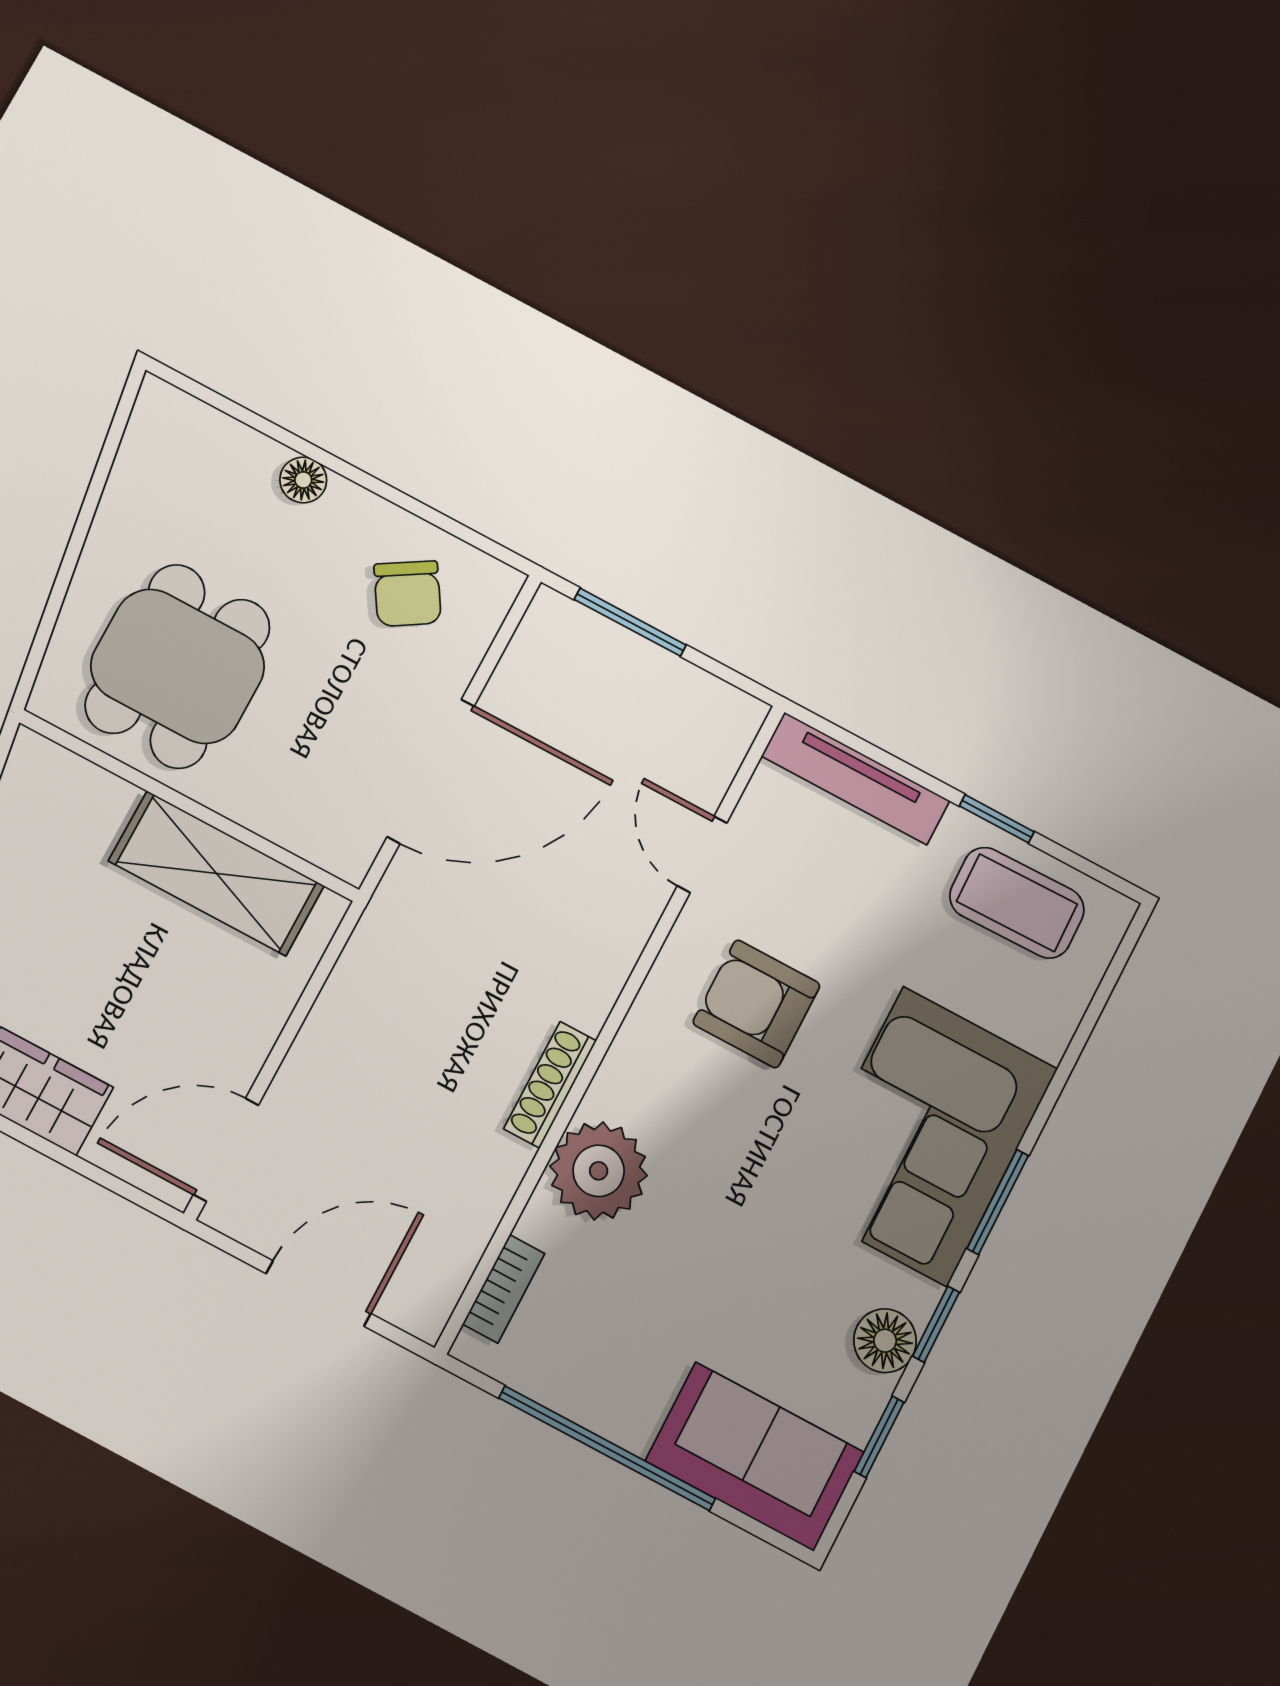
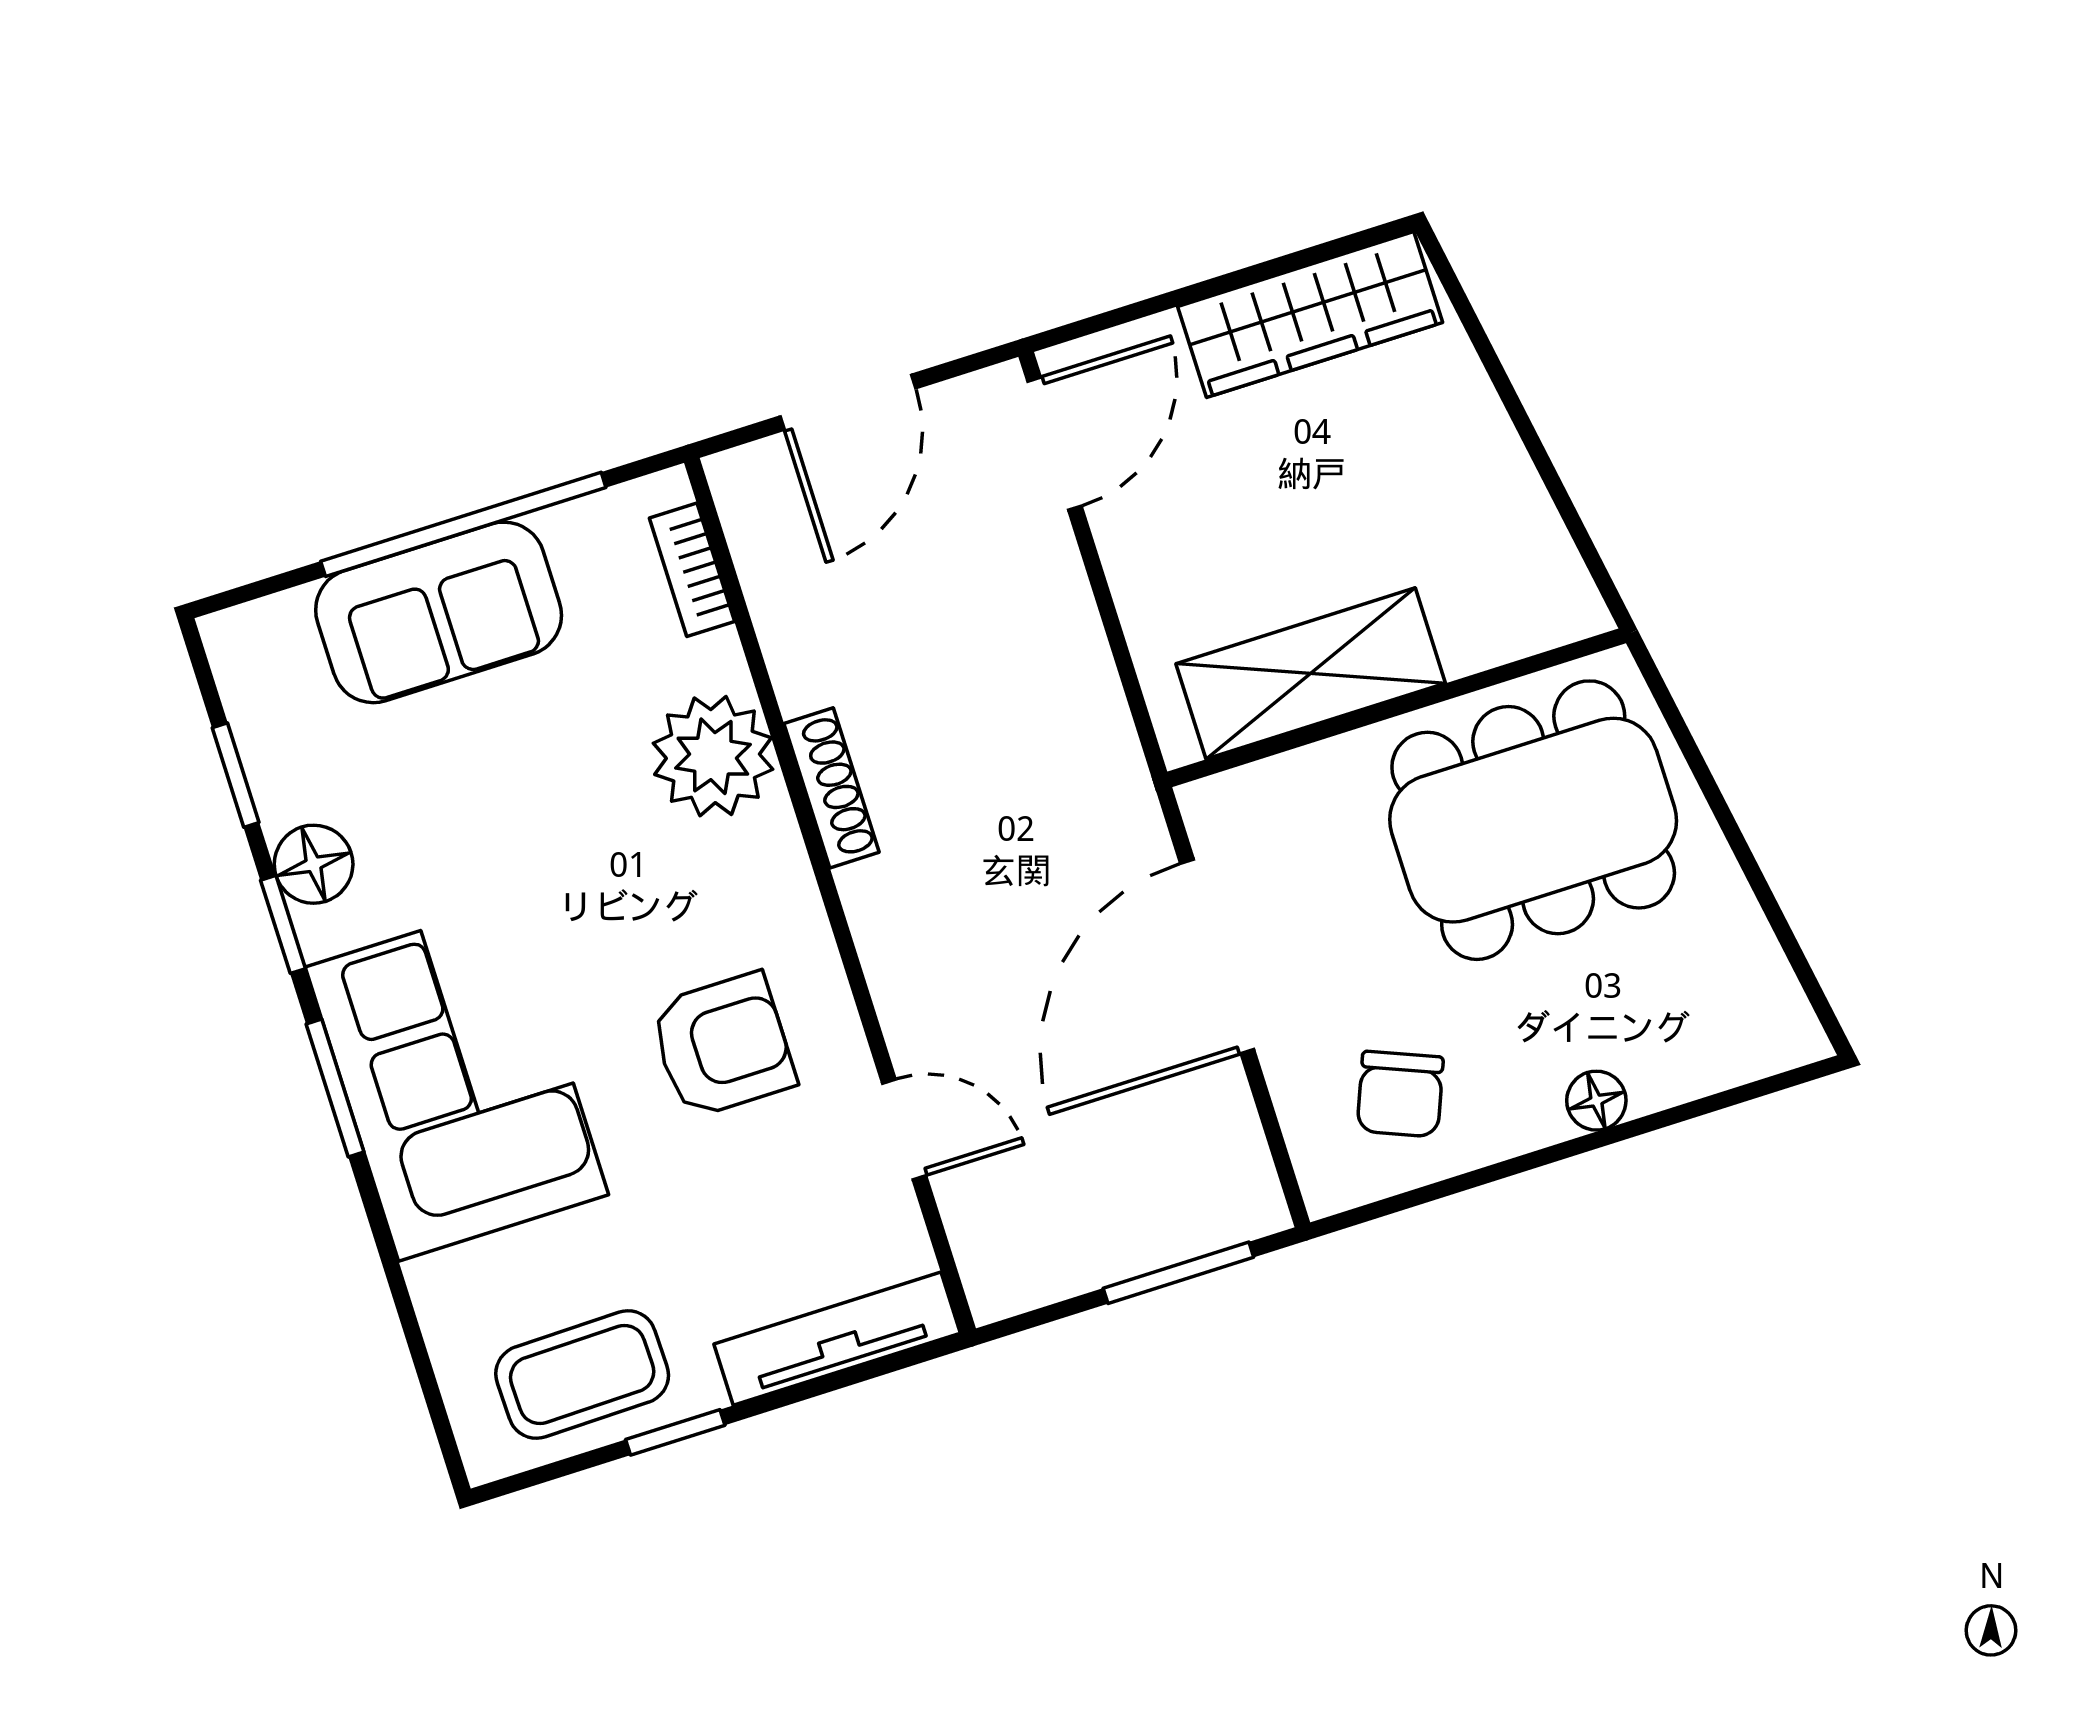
chair: (408, 594) -> (1400, 1094), turned -126
dining table: (178, 666) -> (1533, 820), width x1.38
sofa: (755, 1456) -> (439, 612), moved

